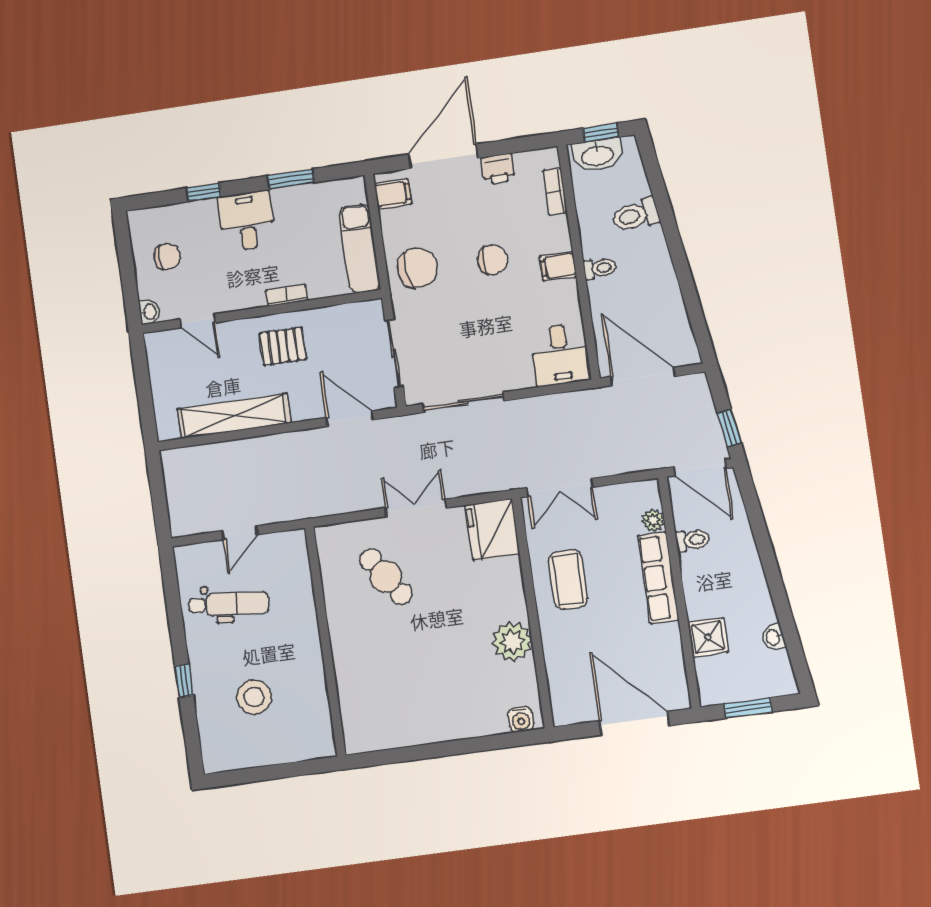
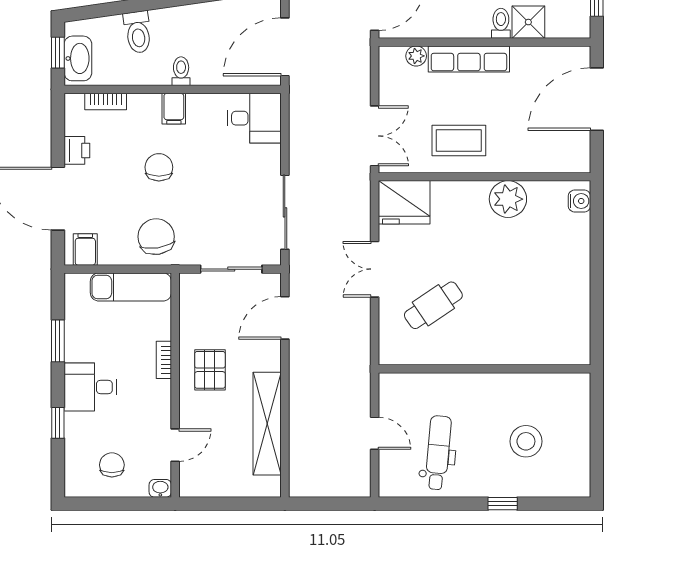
toilet: (693, 540) -> (501, 23), moved

